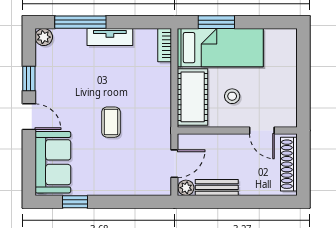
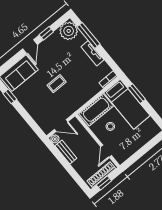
plant: (44, 37) -> (69, 31), width x1.87, depth x1.87
window: (303, 170) -> (104, 183), added

